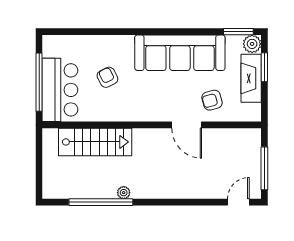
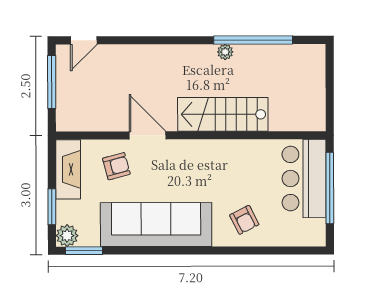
armchair: (107, 77) -> (244, 220), moved
fireplace: (251, 78) -> (68, 169), moved
stairs: (95, 142) -> (223, 114), moved

